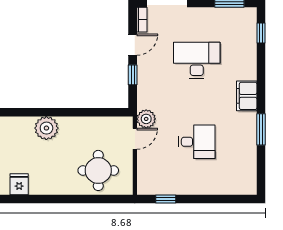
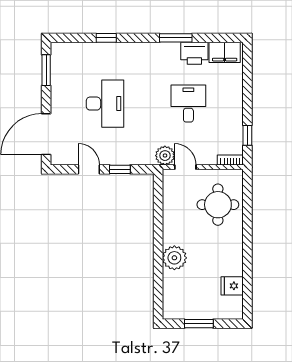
bookcase: (142, 20) -> (230, 160), moved
window: (261, 33) -> (106, 38), moved
desk: (197, 60) -> (105, 104), turned 180
filing cabinet: (247, 96) -> (225, 52), moved
printer: (246, 147) -> (194, 53), added

